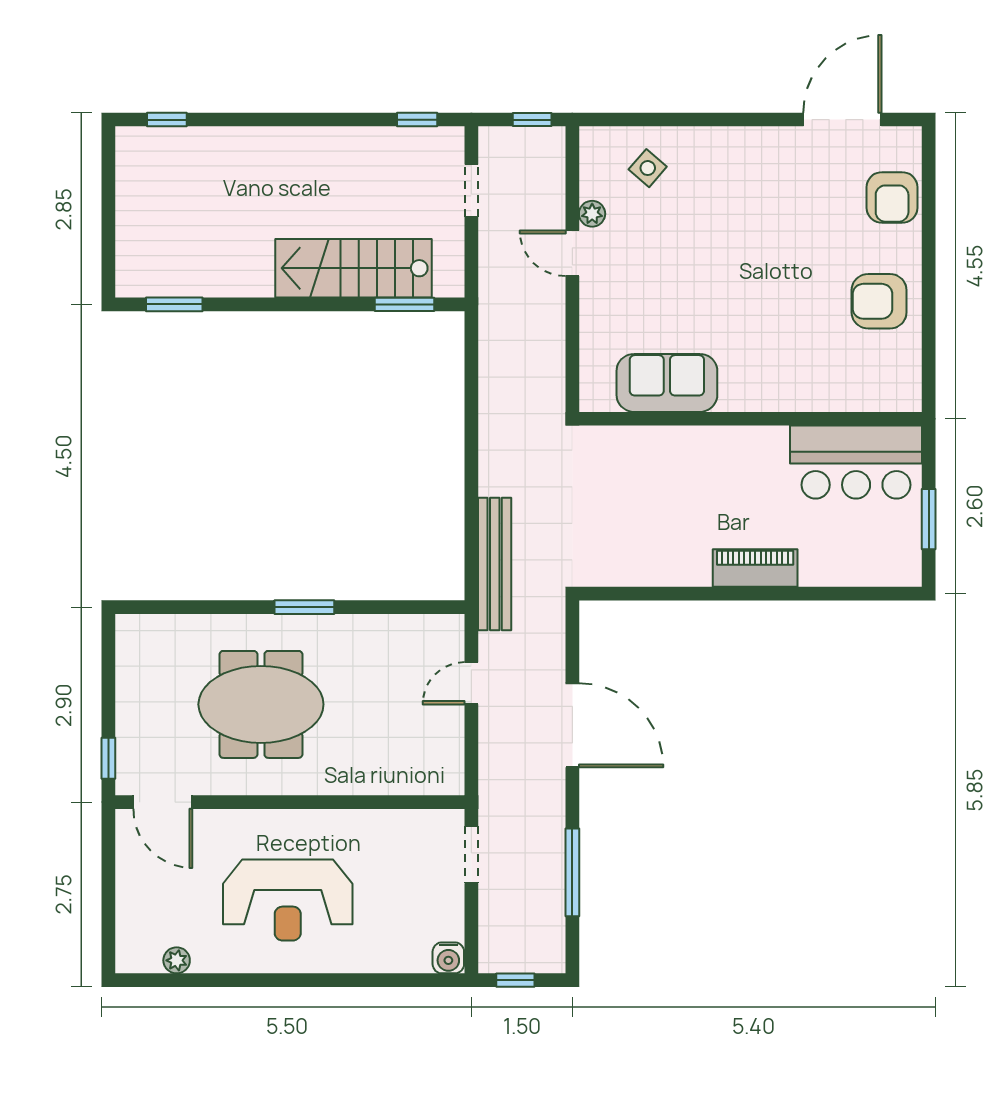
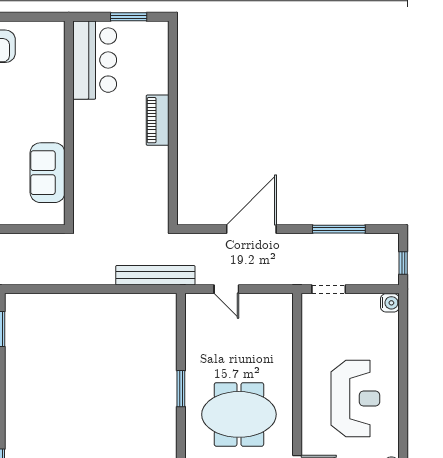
meeting table: (261, 704) -> (239, 414), turned 90

